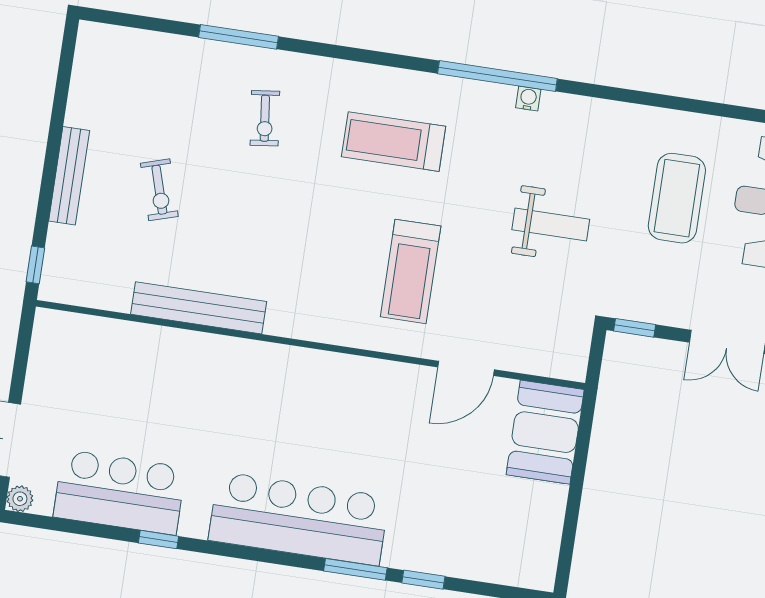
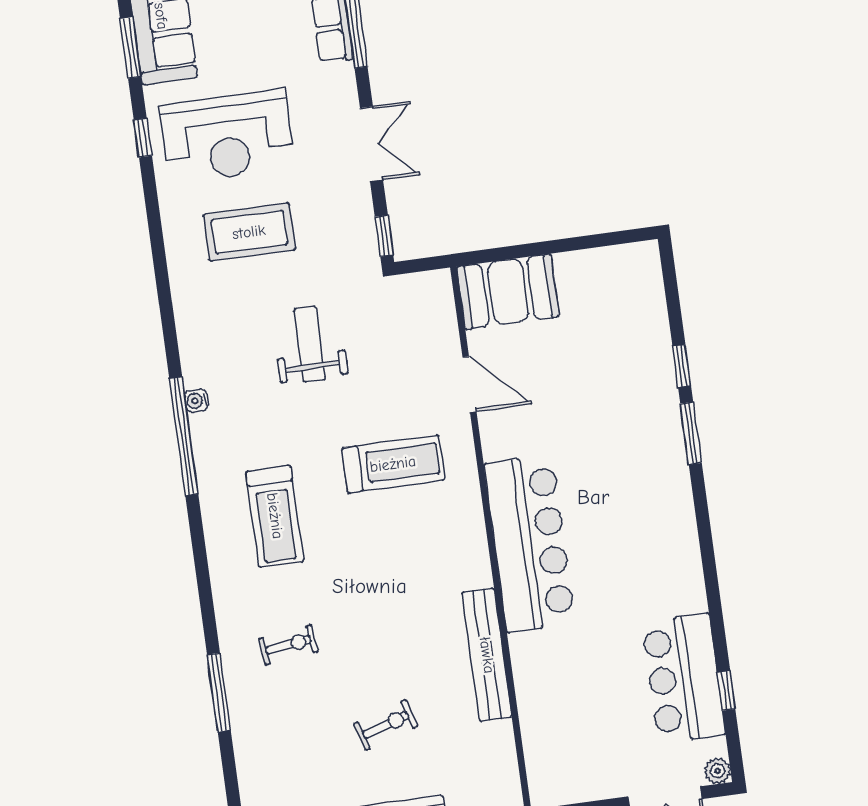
bar counter: (299, 519) -> (530, 544), moved, turned 180
window: (159, 540) -> (726, 691), moved

